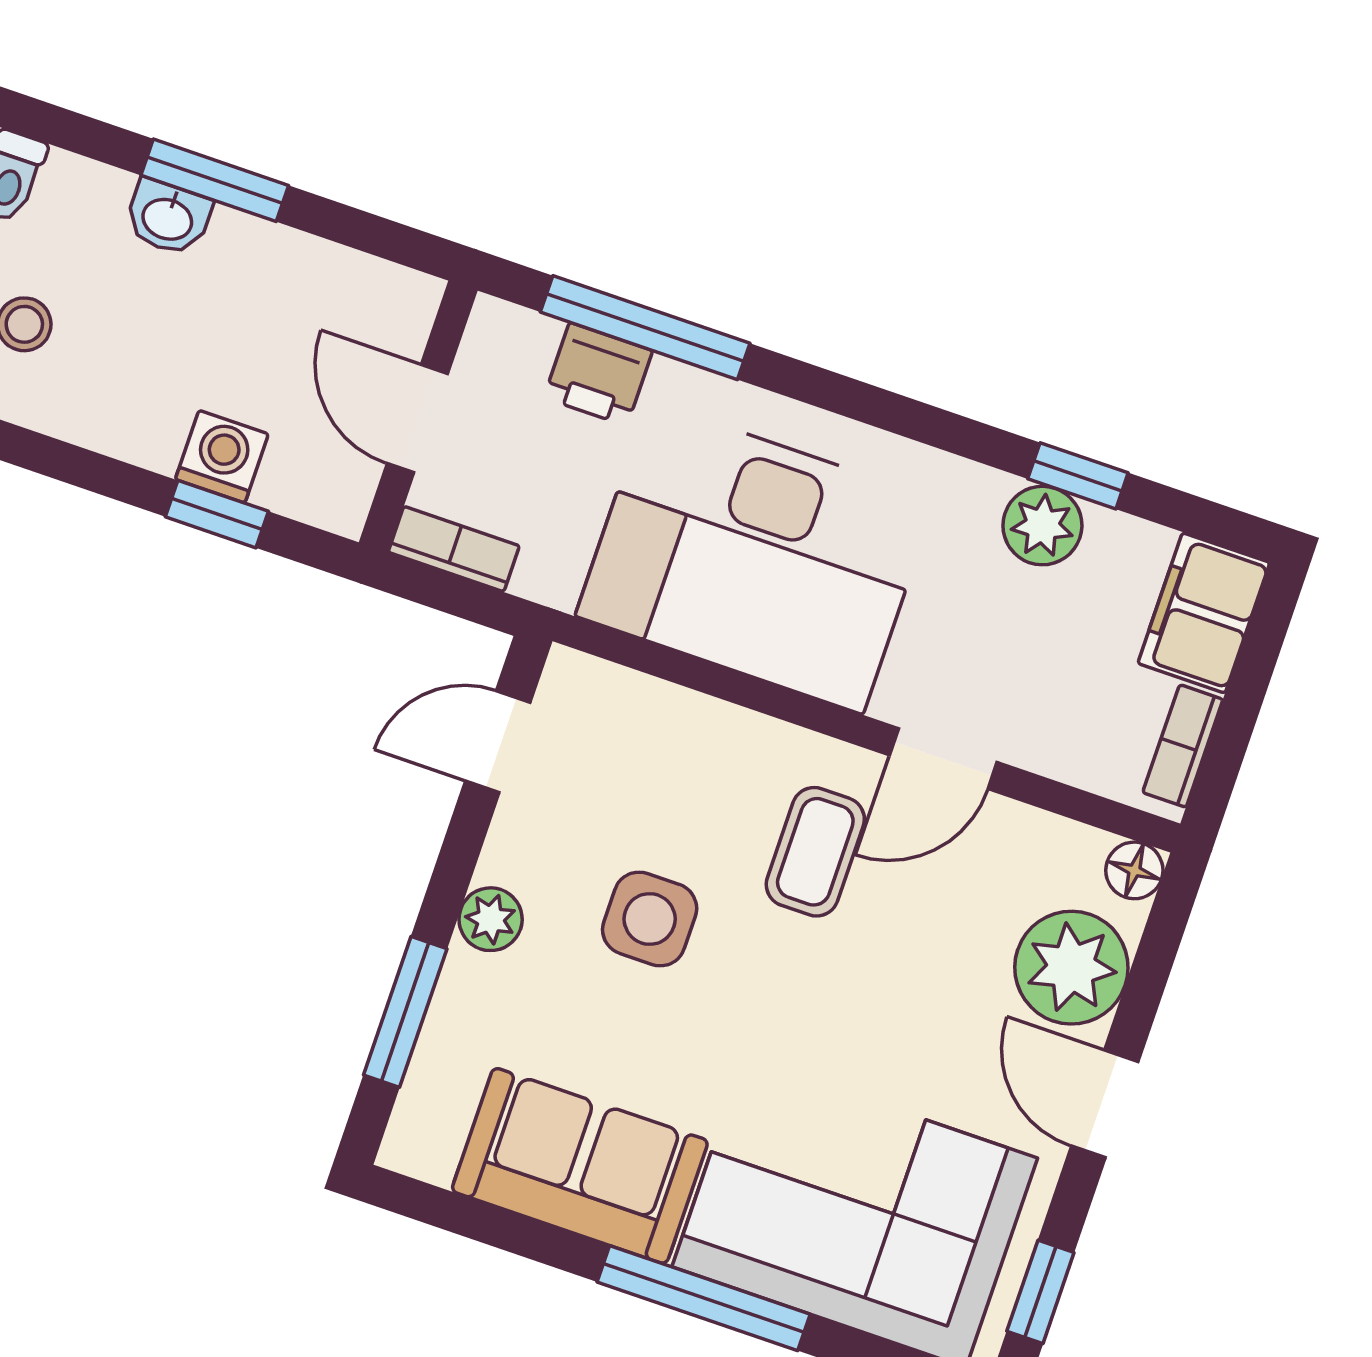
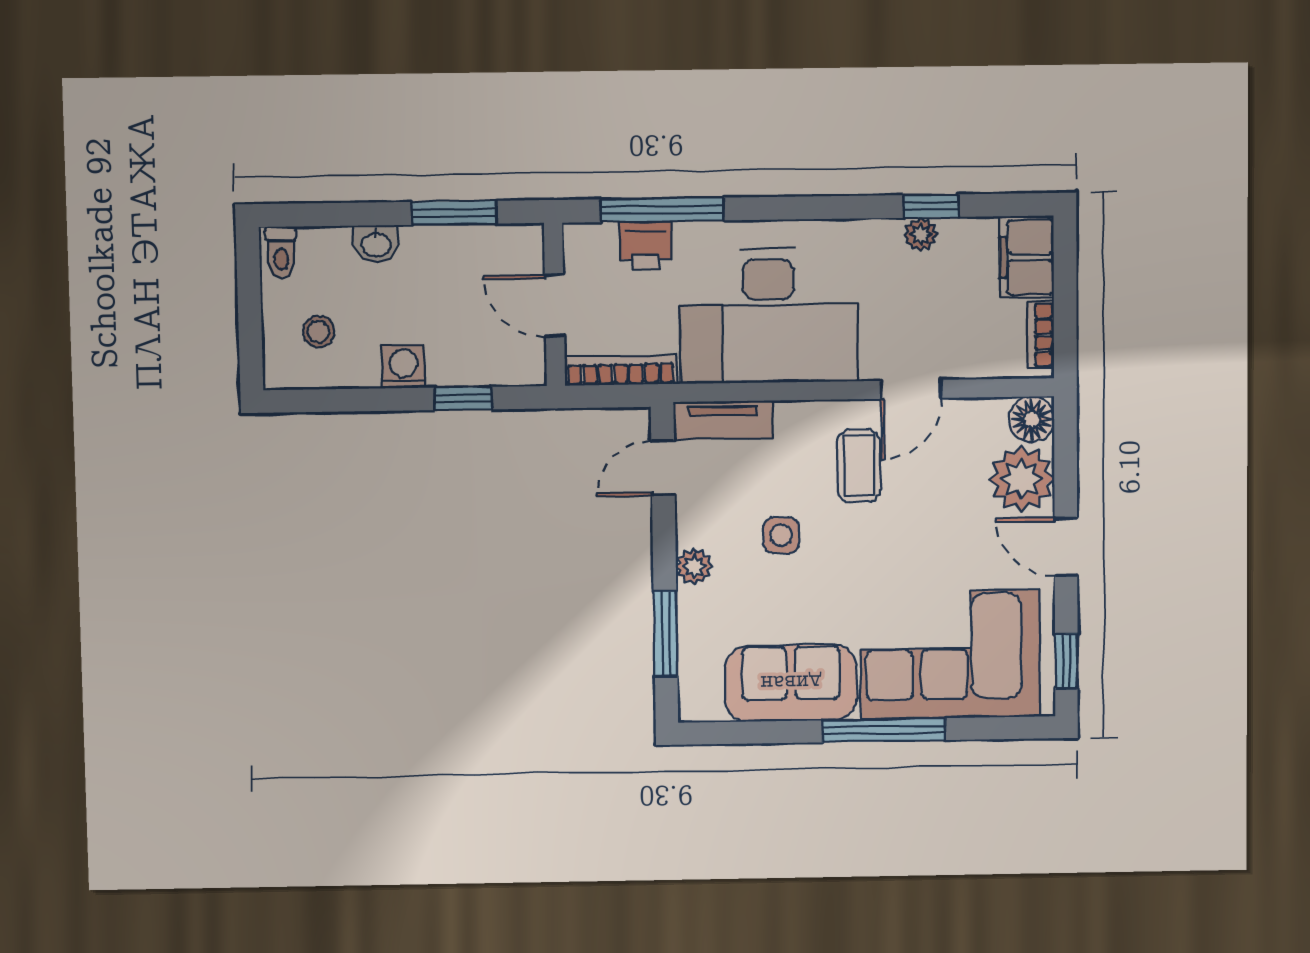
window: (215, 180) -> (454, 213), moved
washing machine: (222, 457) -> (403, 367), moved
plant: (1042, 526) -> (921, 234), width x0.73, depth x0.73
bookcase: (454, 549) -> (621, 370), width x1.56
tv unit: (622, 699) -> (723, 420), added
floor lamp: (1134, 870) -> (1032, 419), width x1.37, depth x1.37
side table: (650, 919) -> (781, 535), width x0.73, depth x0.73

